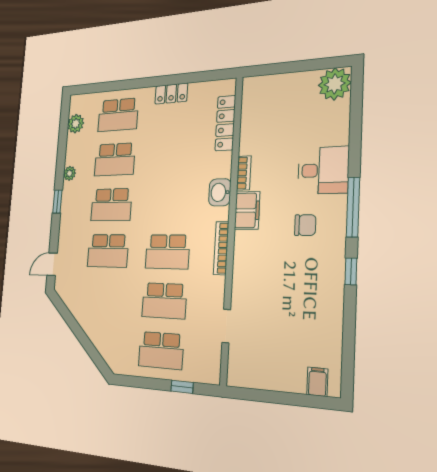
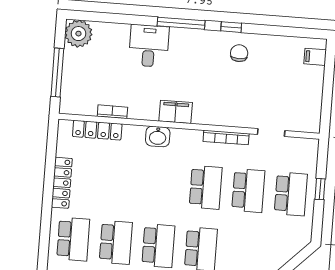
window: (288, 67) -> (57, 72), added
locker: (171, 94) -> (62, 183), width x1.53
bookcase: (244, 173) -> (112, 112), moved
chair: (305, 225) -> (239, 53), moved
bookcase: (221, 248) -> (226, 137), moved
window: (182, 387) -> (320, 189), moved

